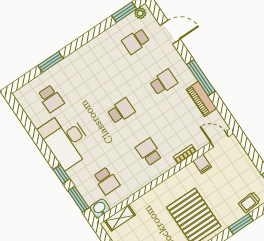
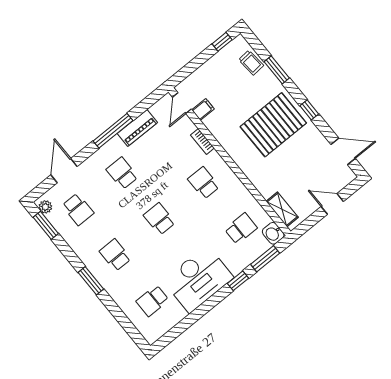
window: (51, 62) -> (91, 281), moved
school desk: (93, 70) -> (115, 255), added
school desk: (51, 99) -> (152, 301), turned 180
school desk: (149, 152) -> (204, 183), turned 90
filing cabinet: (202, 164) -> (203, 110), moved

